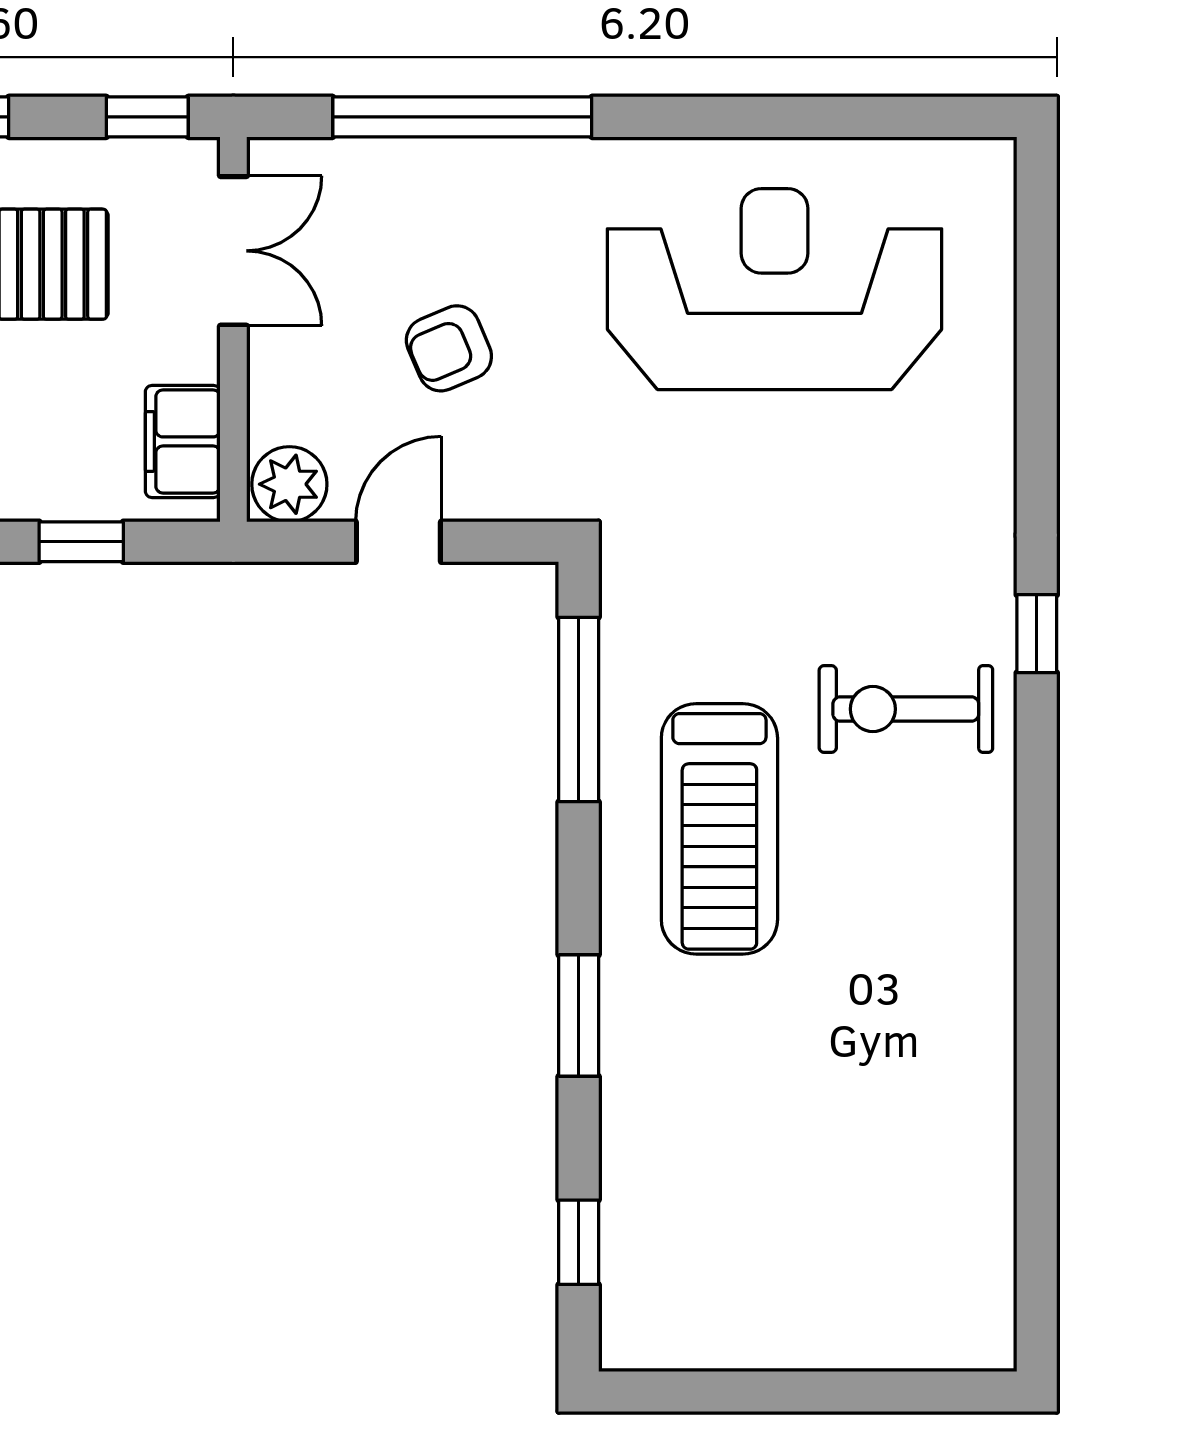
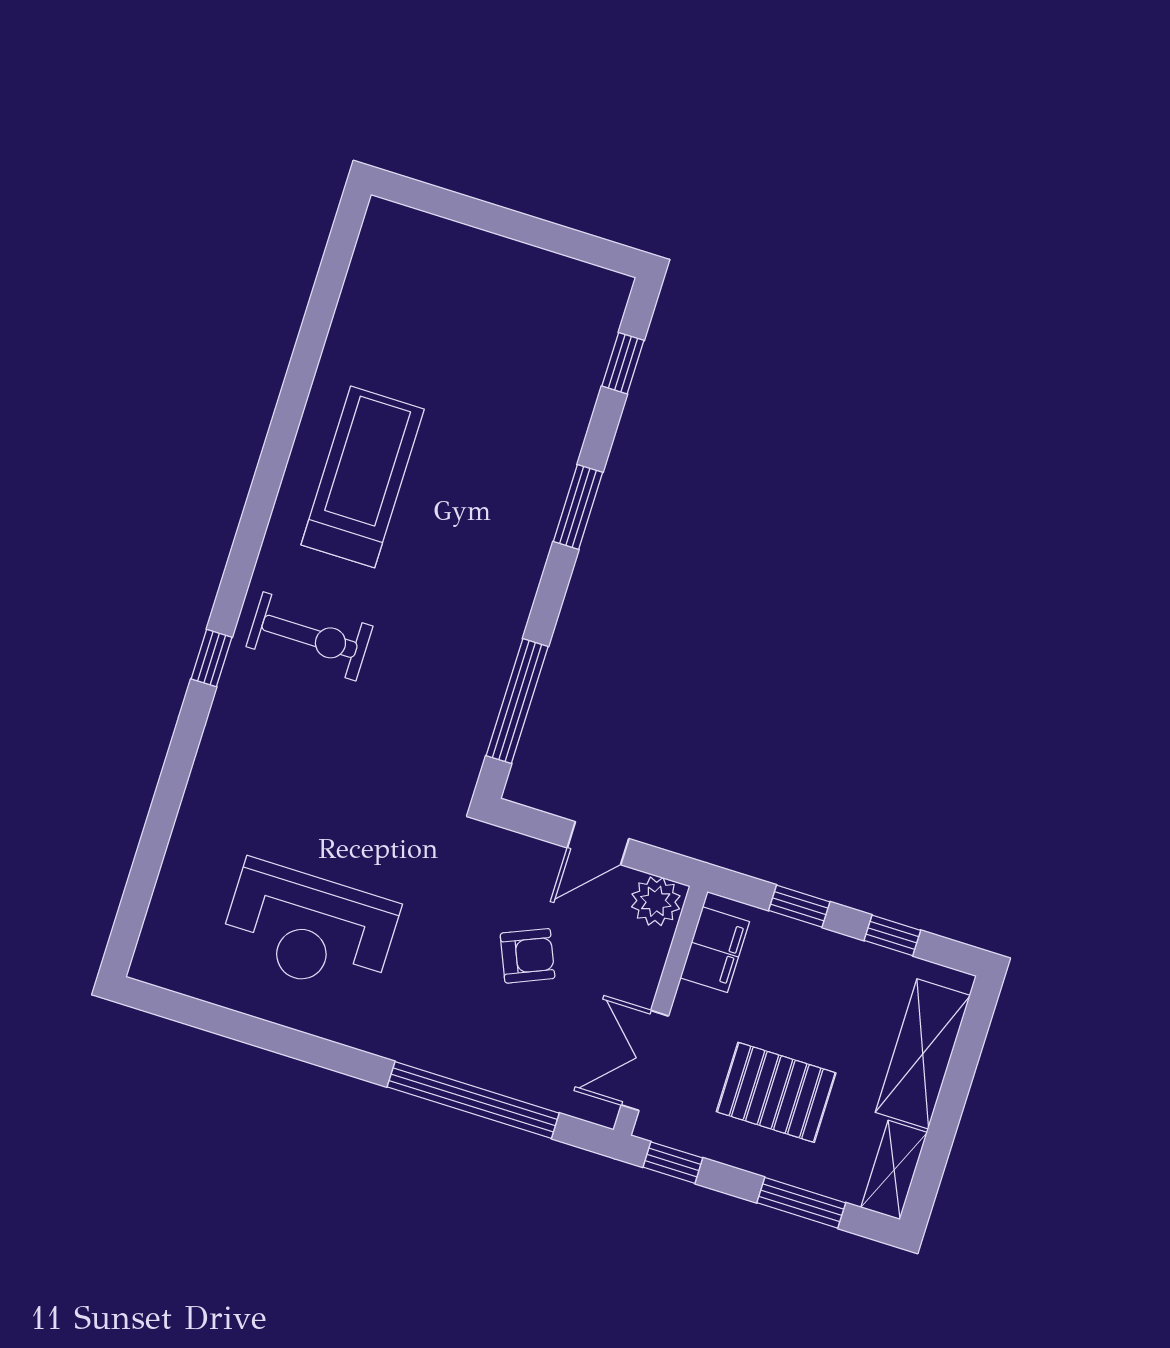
reception desk: (775, 289) -> (309, 929), width x0.74, depth x0.77
treadmill: (719, 829) -> (363, 477), moved

